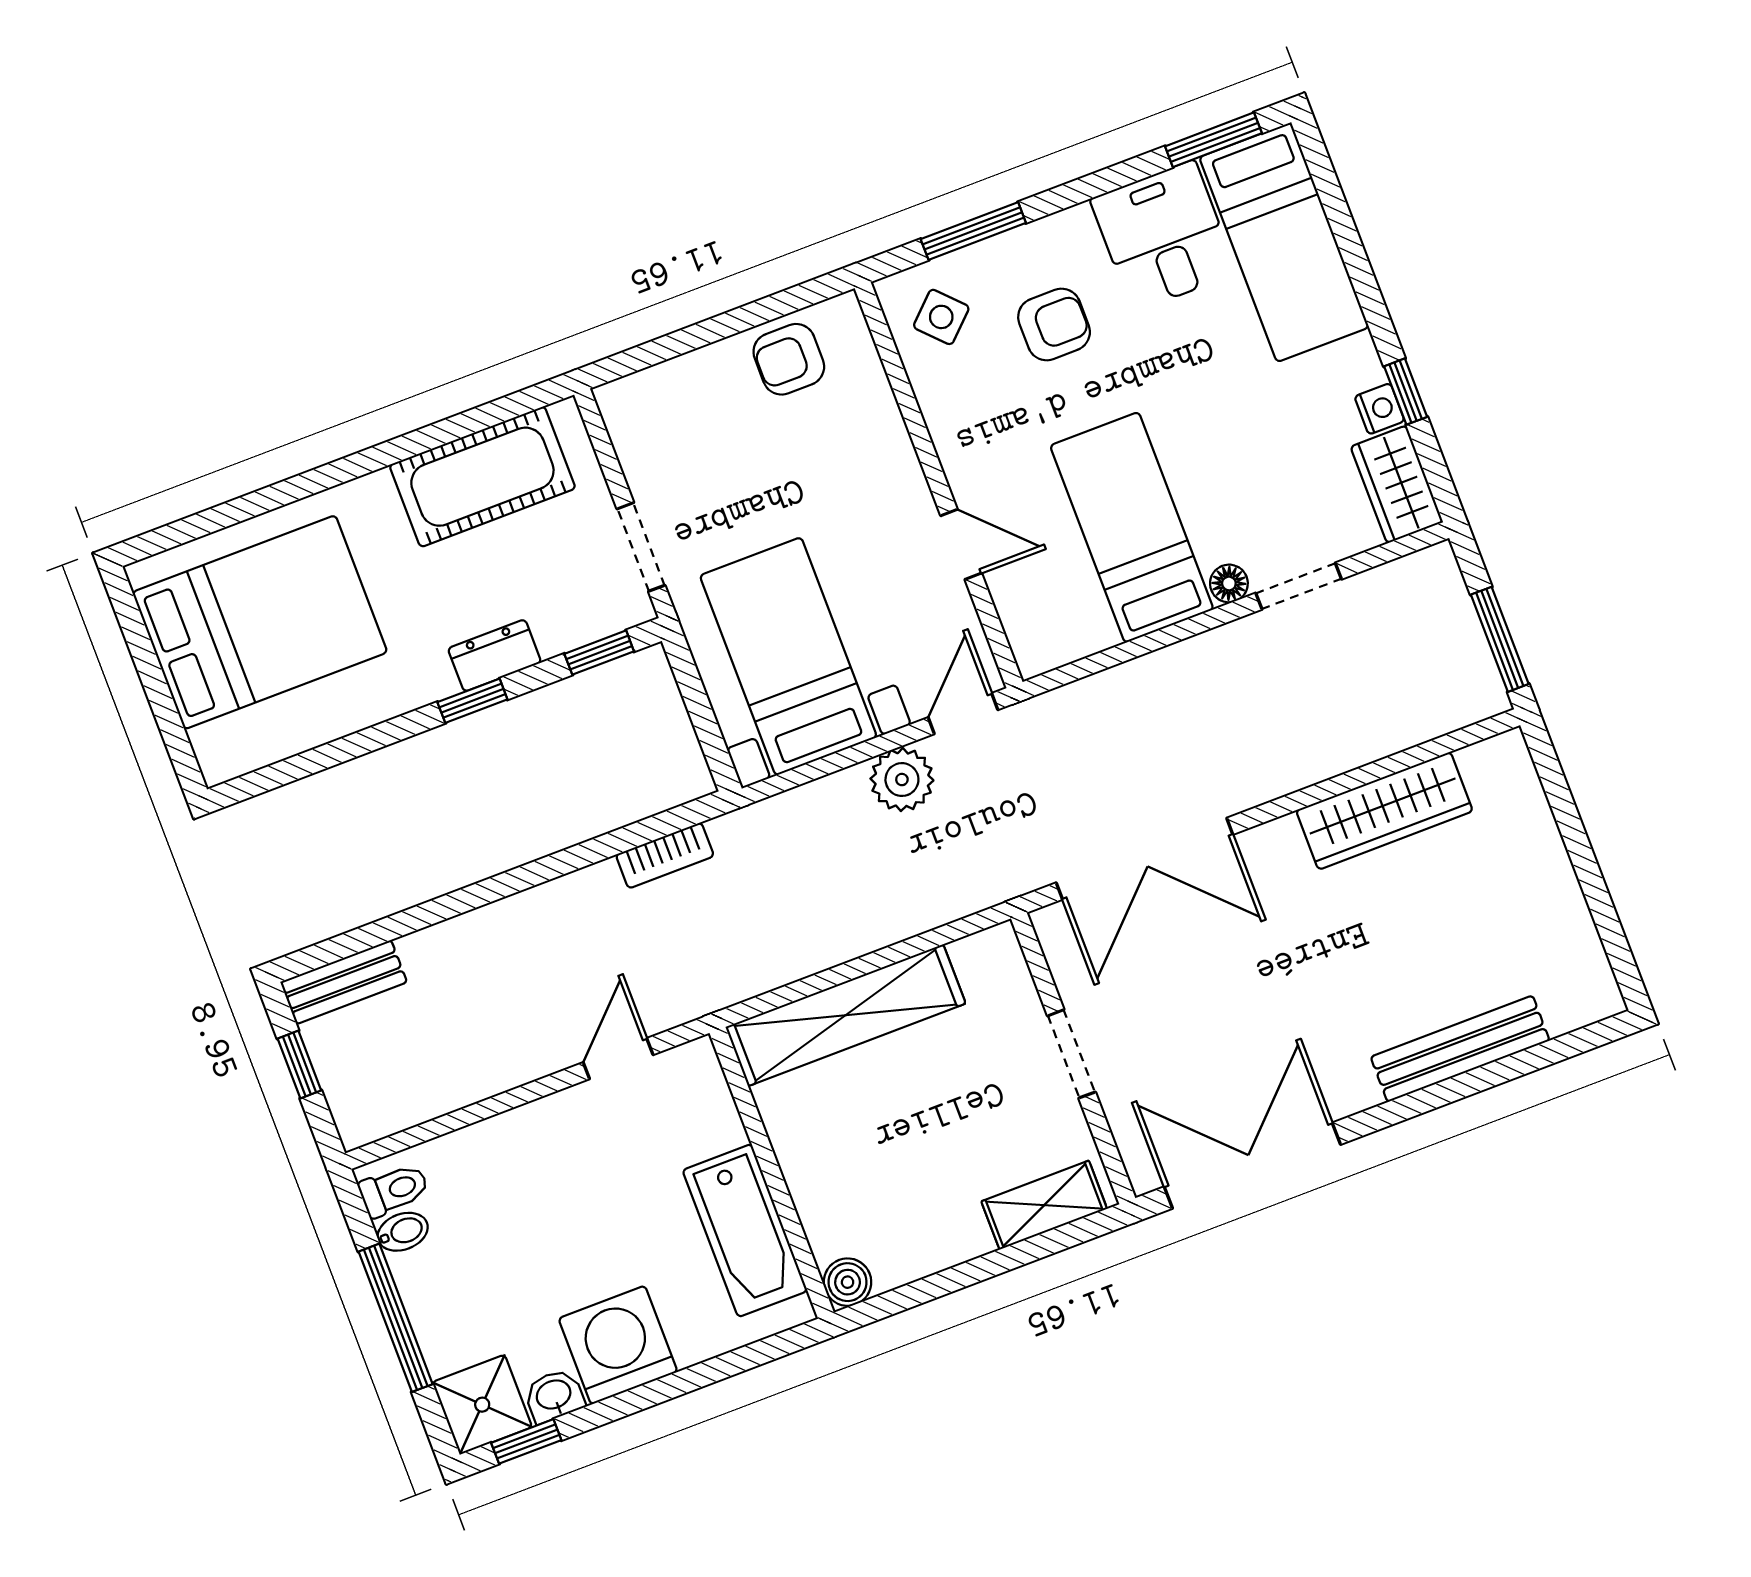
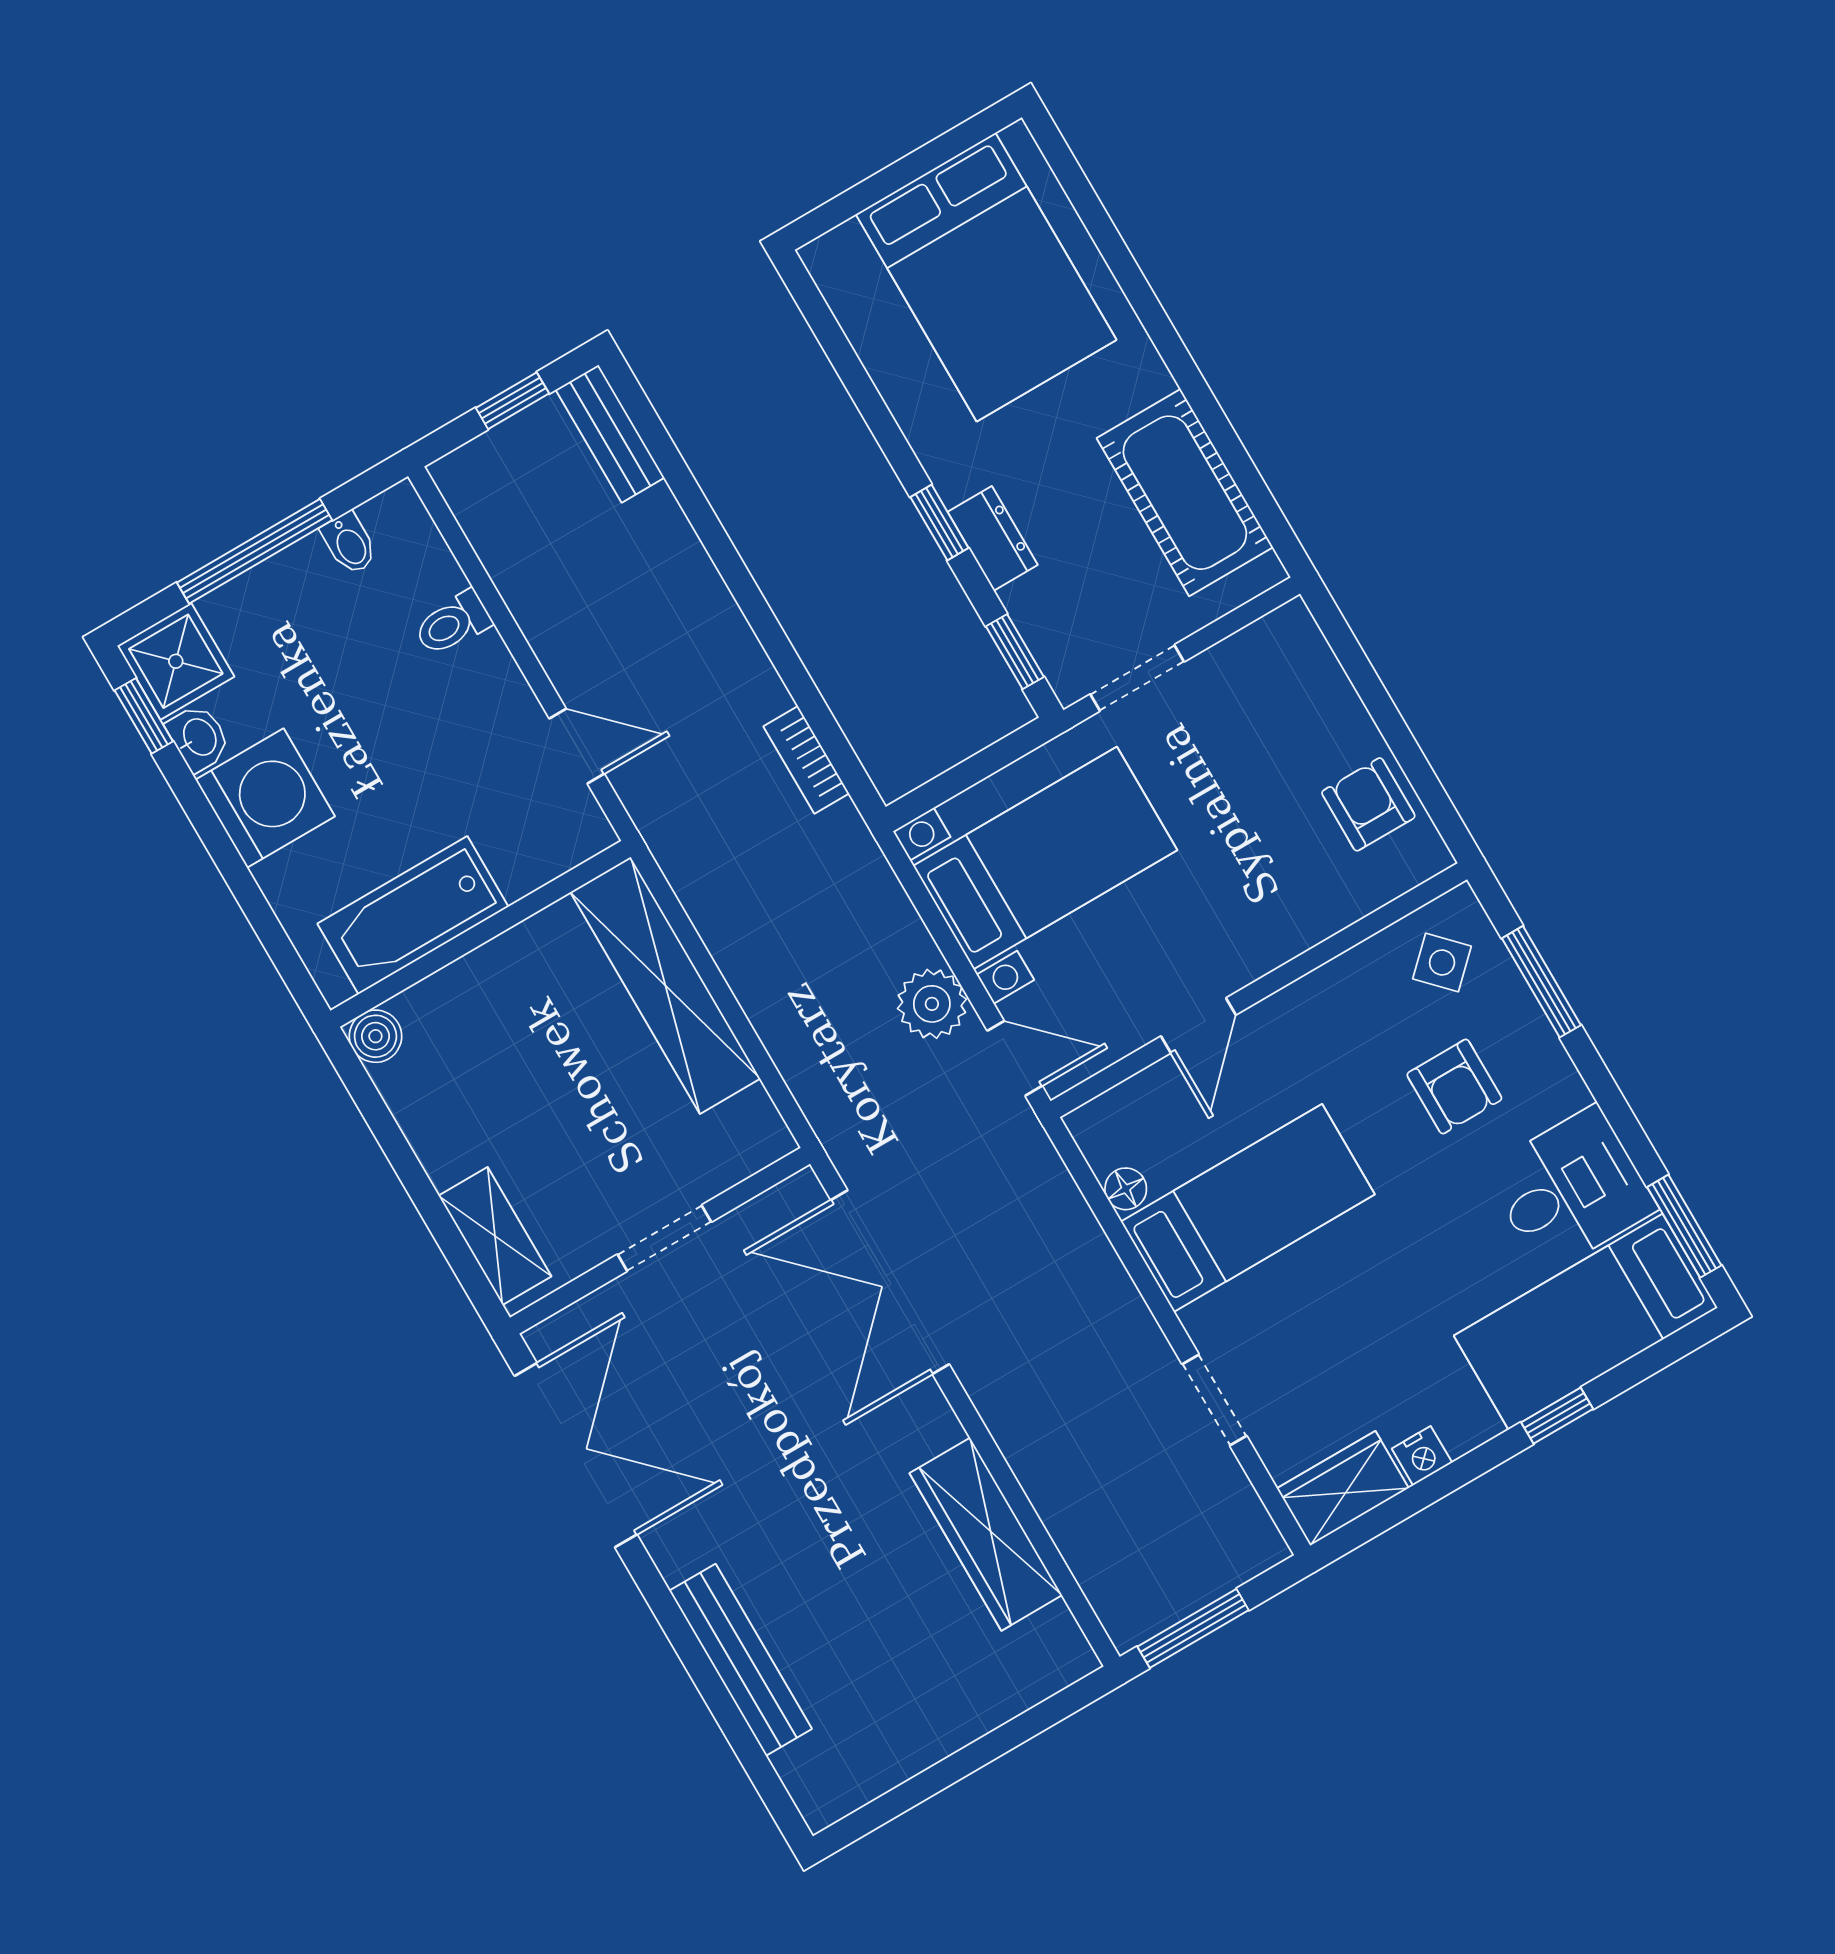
window: (1406, 392) -> (1557, 1416), moved
floor lamp: (1229, 583) -> (1126, 1189), moved
toilet: (394, 1190) -> (453, 623), moved, turned 90

